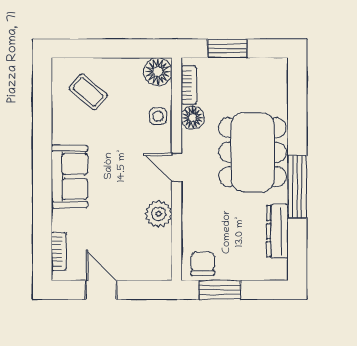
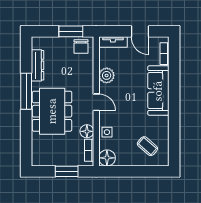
sofa: (69, 177) -> (158, 91), width x1.36
tv unit: (148, 271) -> (113, 42), added

